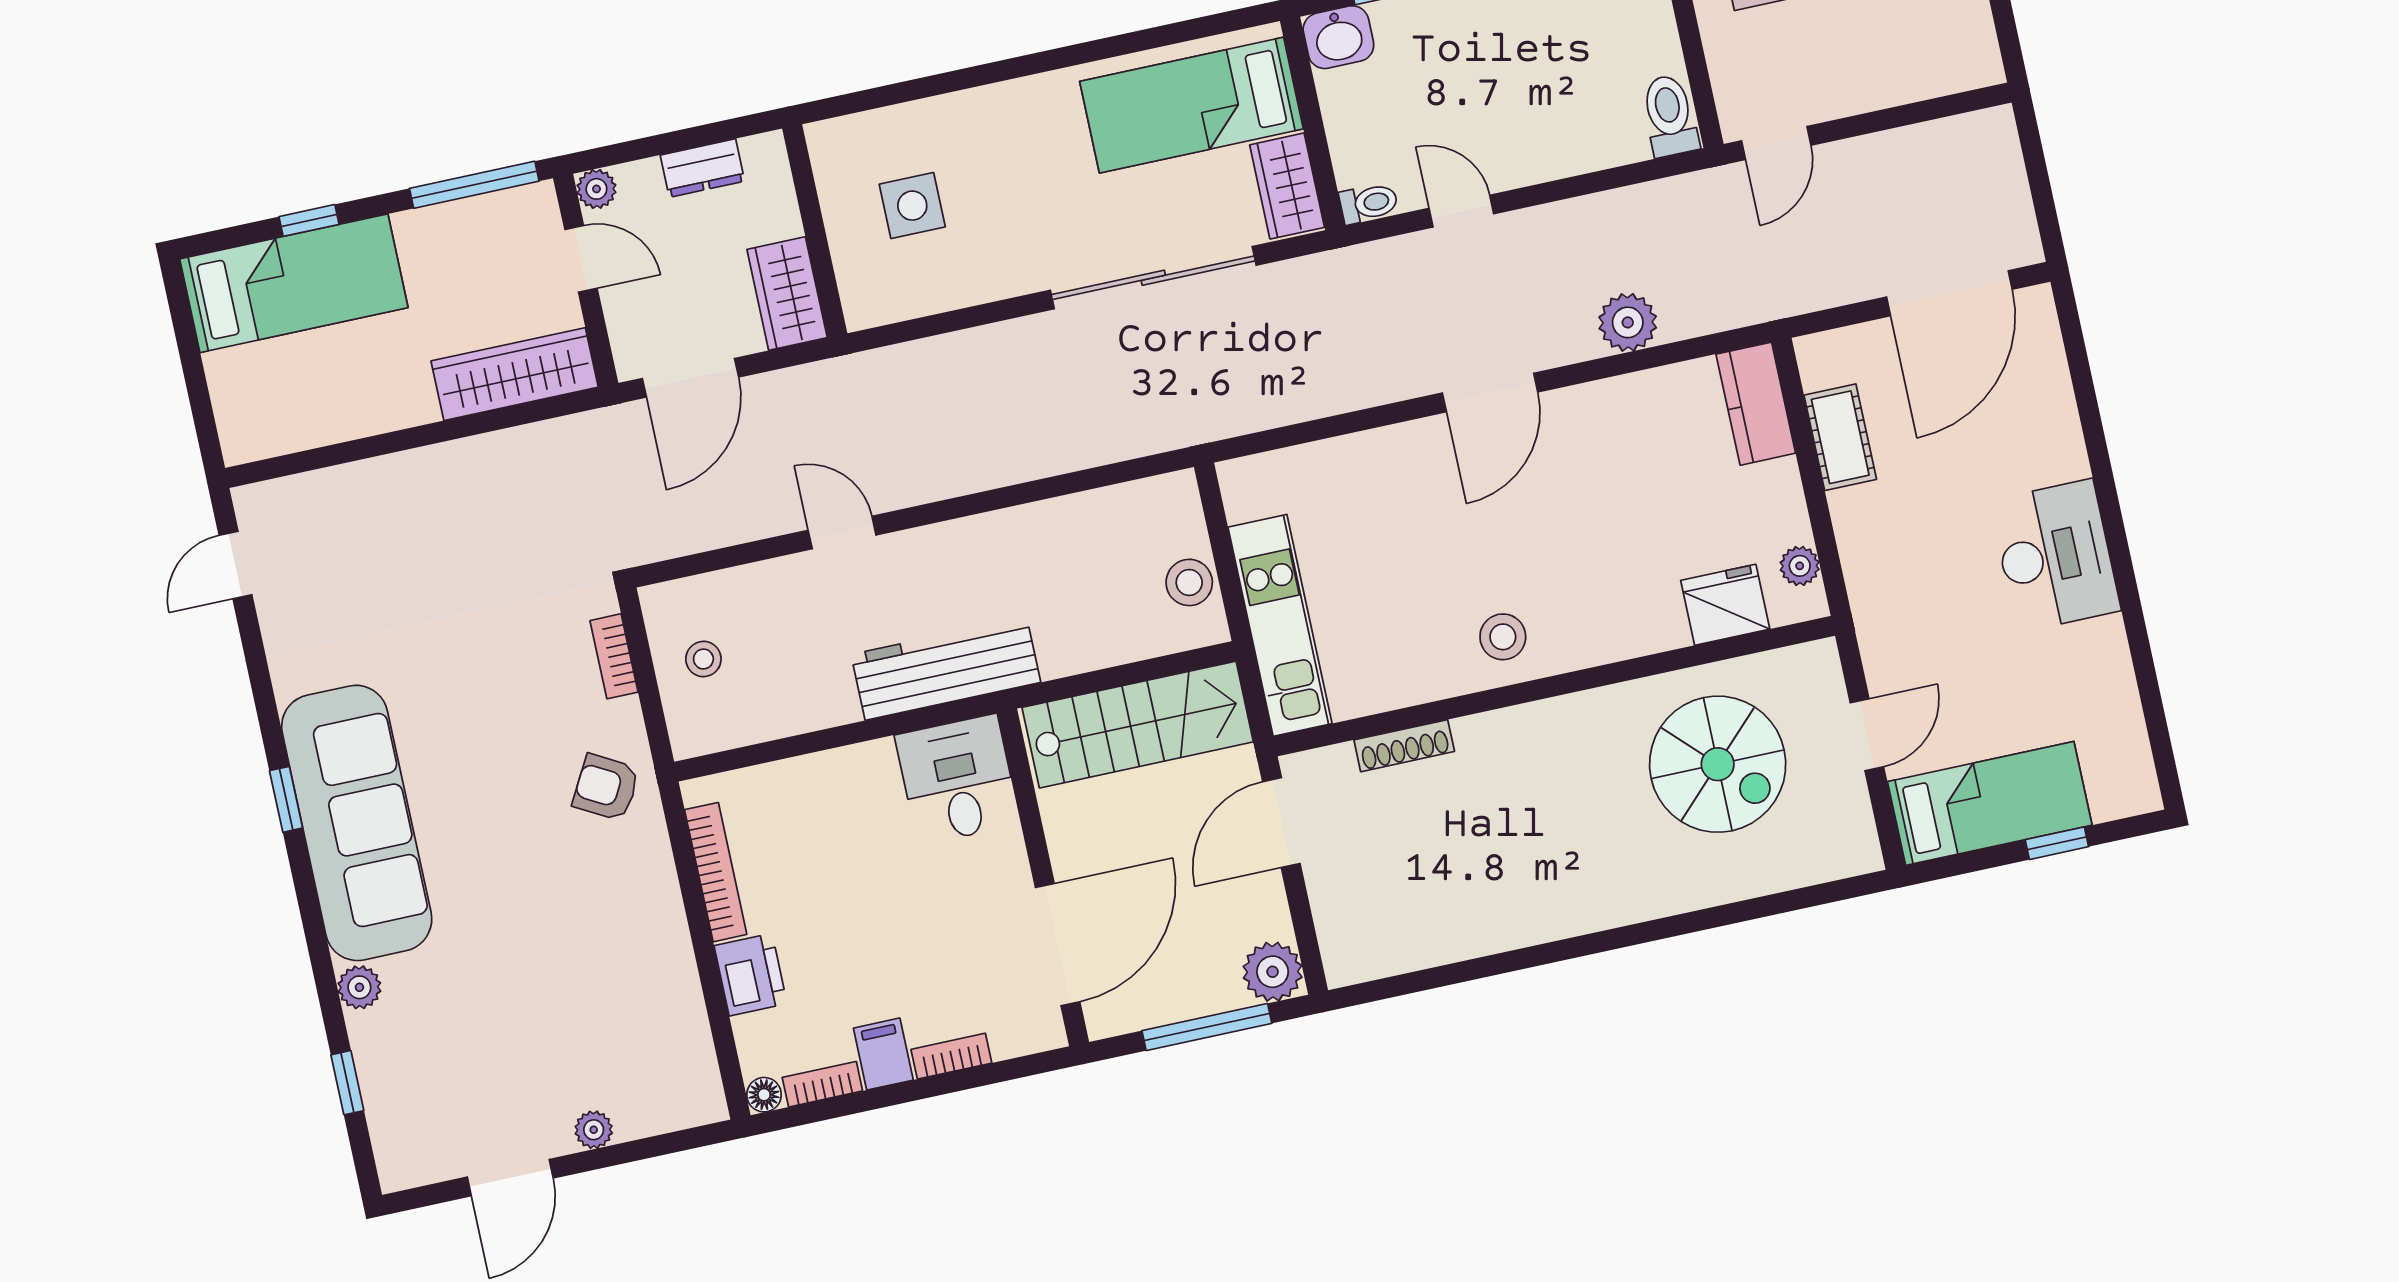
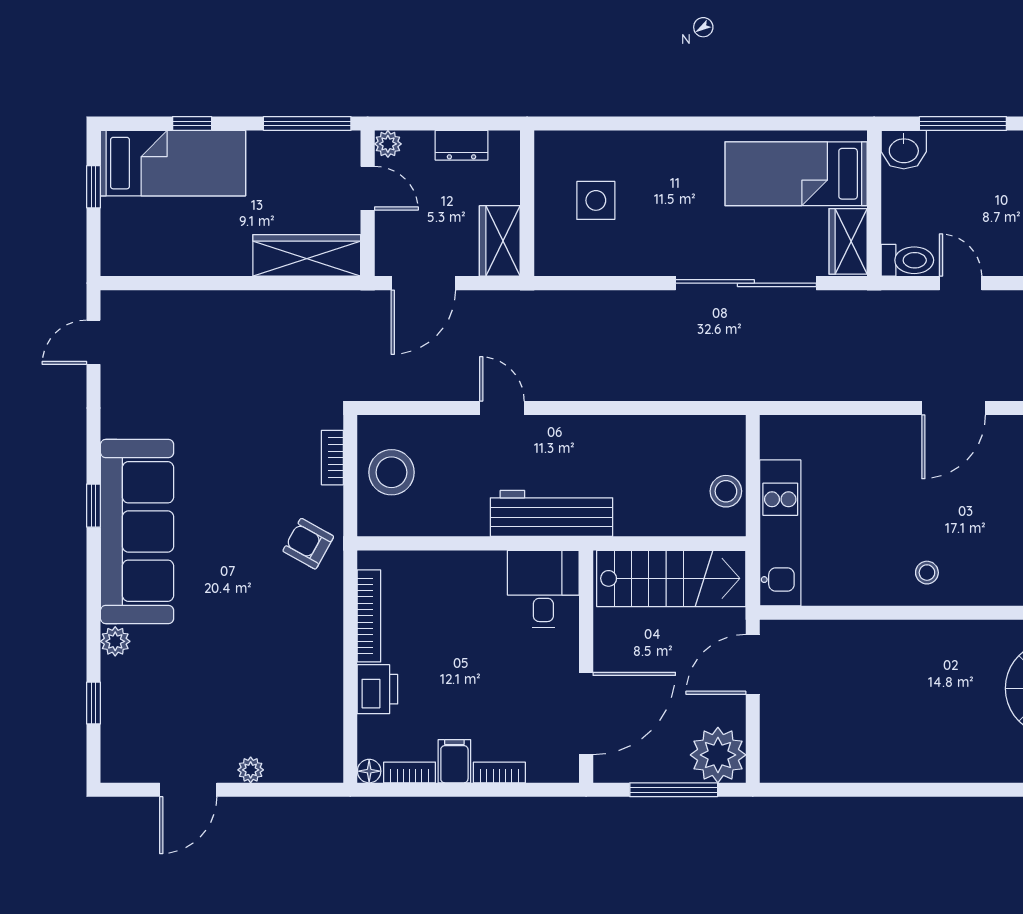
toilet: (1369, 203) -> (907, 260), width x1.37, depth x1.39
window: (187, 342) -> (93, 187), added
stool: (1503, 637) -> (927, 573), width x0.73, depth x0.73
stool: (703, 659) -> (391, 472), width x1.89, depth x1.89
shoe rack: (1404, 746) -> (846, 631), removed
plant: (1273, 972) -> (718, 755), width x1.36, depth x1.36

